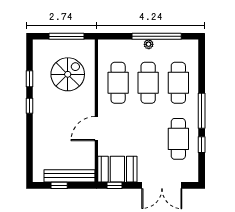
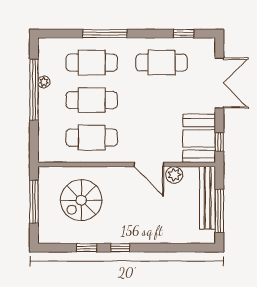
plant: (149, 44) -> (44, 82), moved
spiral stairs: (68, 74) -> (81, 200), turned -90
window: (202, 111) -> (105, 34), moved
window: (202, 145) -> (183, 34), moved
plant: (88, 149) -> (174, 175), added
window: (59, 185) -> (219, 211), width x2.17

